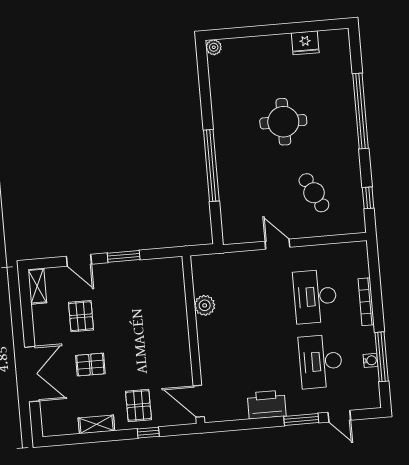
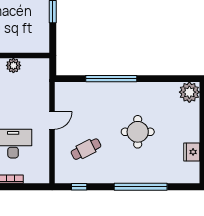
plant: (214, 47) -> (189, 92), width x1.88, depth x1.88

